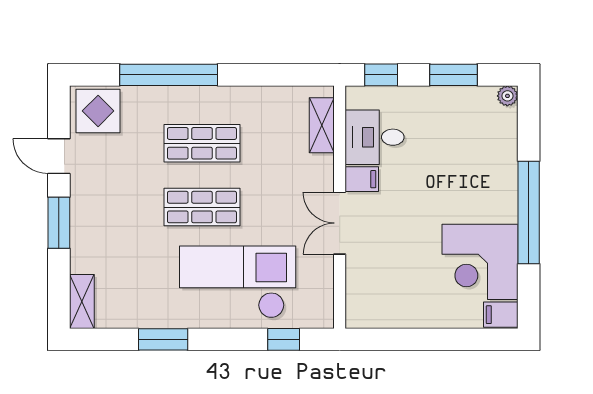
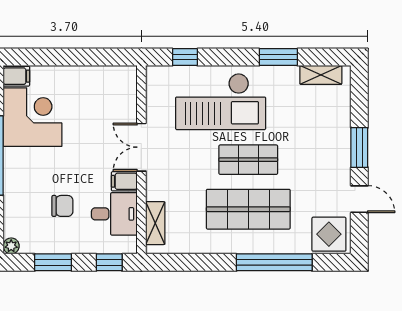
shop shelf: (202, 143) -> (248, 209), width x1.43, depth x1.36
chair: (441, 147) -> (62, 206), added
double door: (340, 223) -> (141, 147), swing flipped
shelving: (82, 301) -> (321, 75), moved, turned 90

